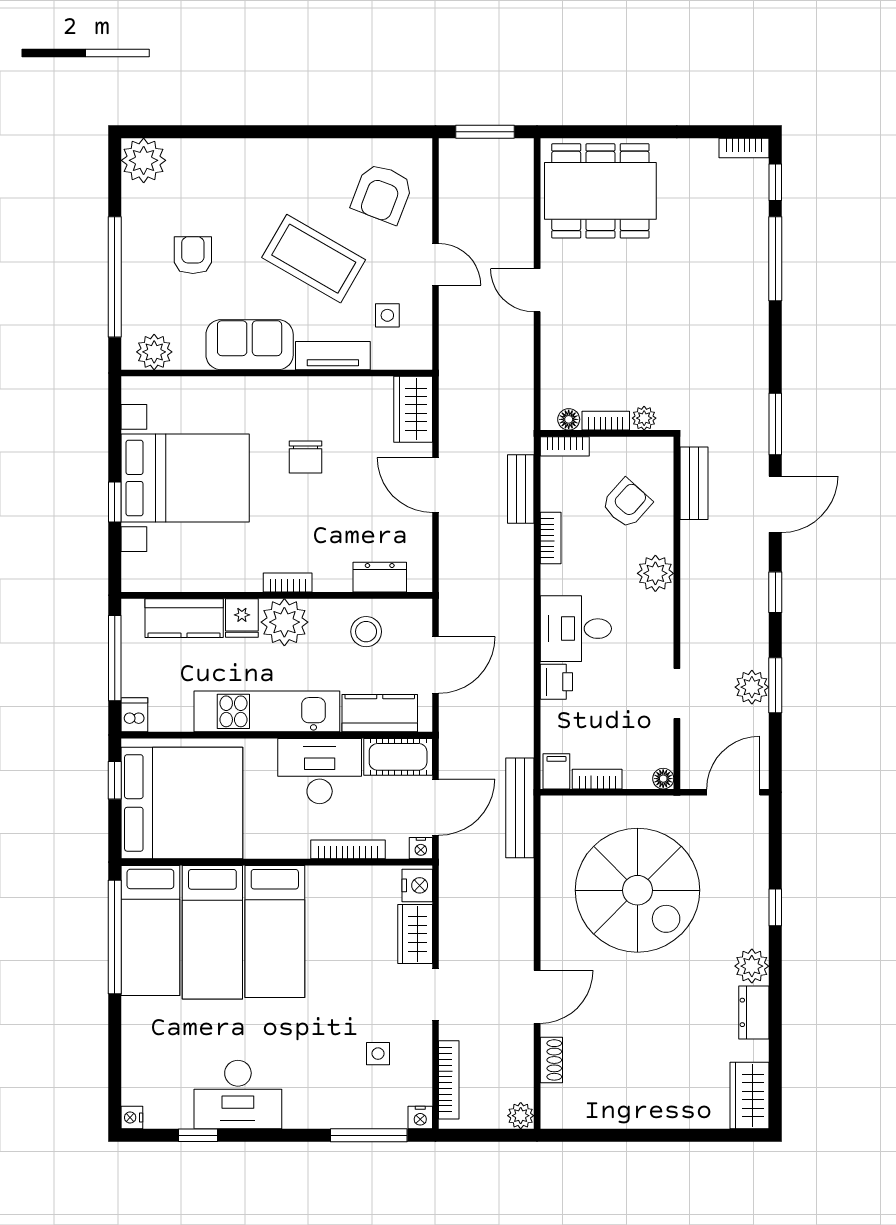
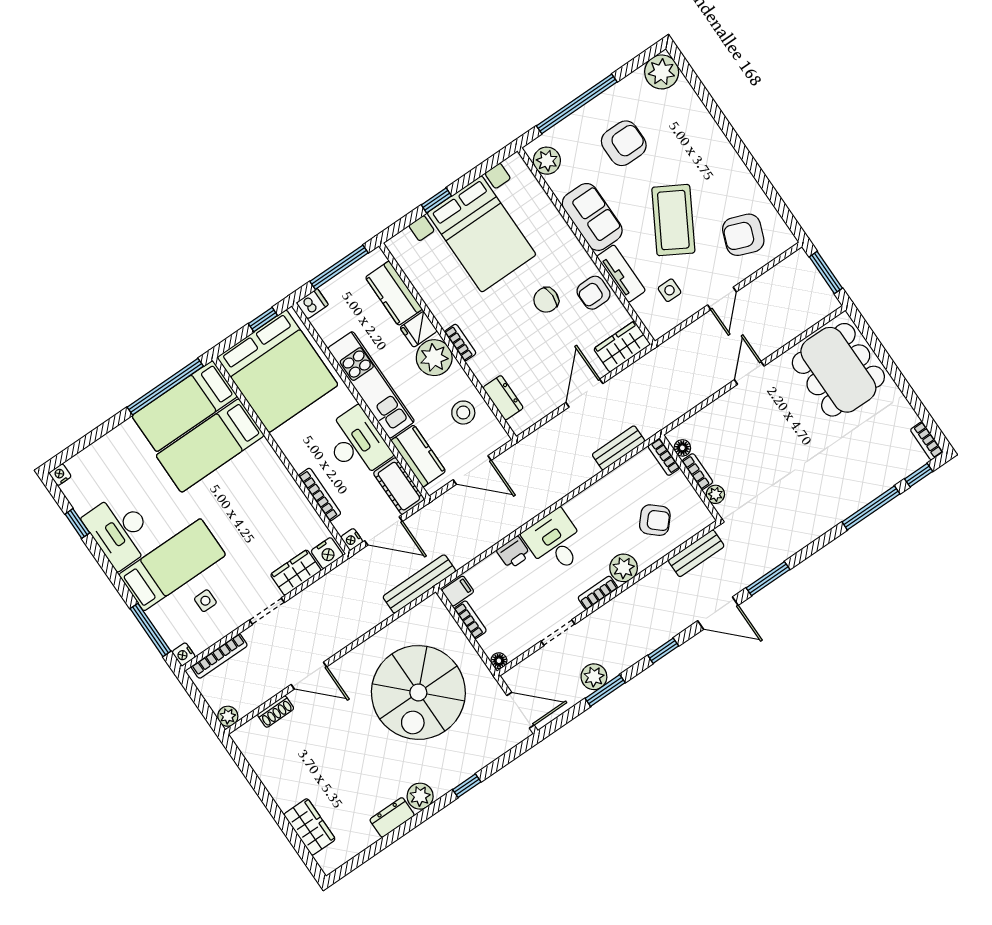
armchair: (193, 255) -> (624, 143), width x1.38, depth x1.38
armchair: (333, 400) -> (594, 293), added
bookcase: (551, 538) -> (598, 593), moved, turned 180
bed: (275, 931) -> (172, 565), moved, turned 180
wardrobe: (750, 1096) -> (309, 827), moved, turned 90

